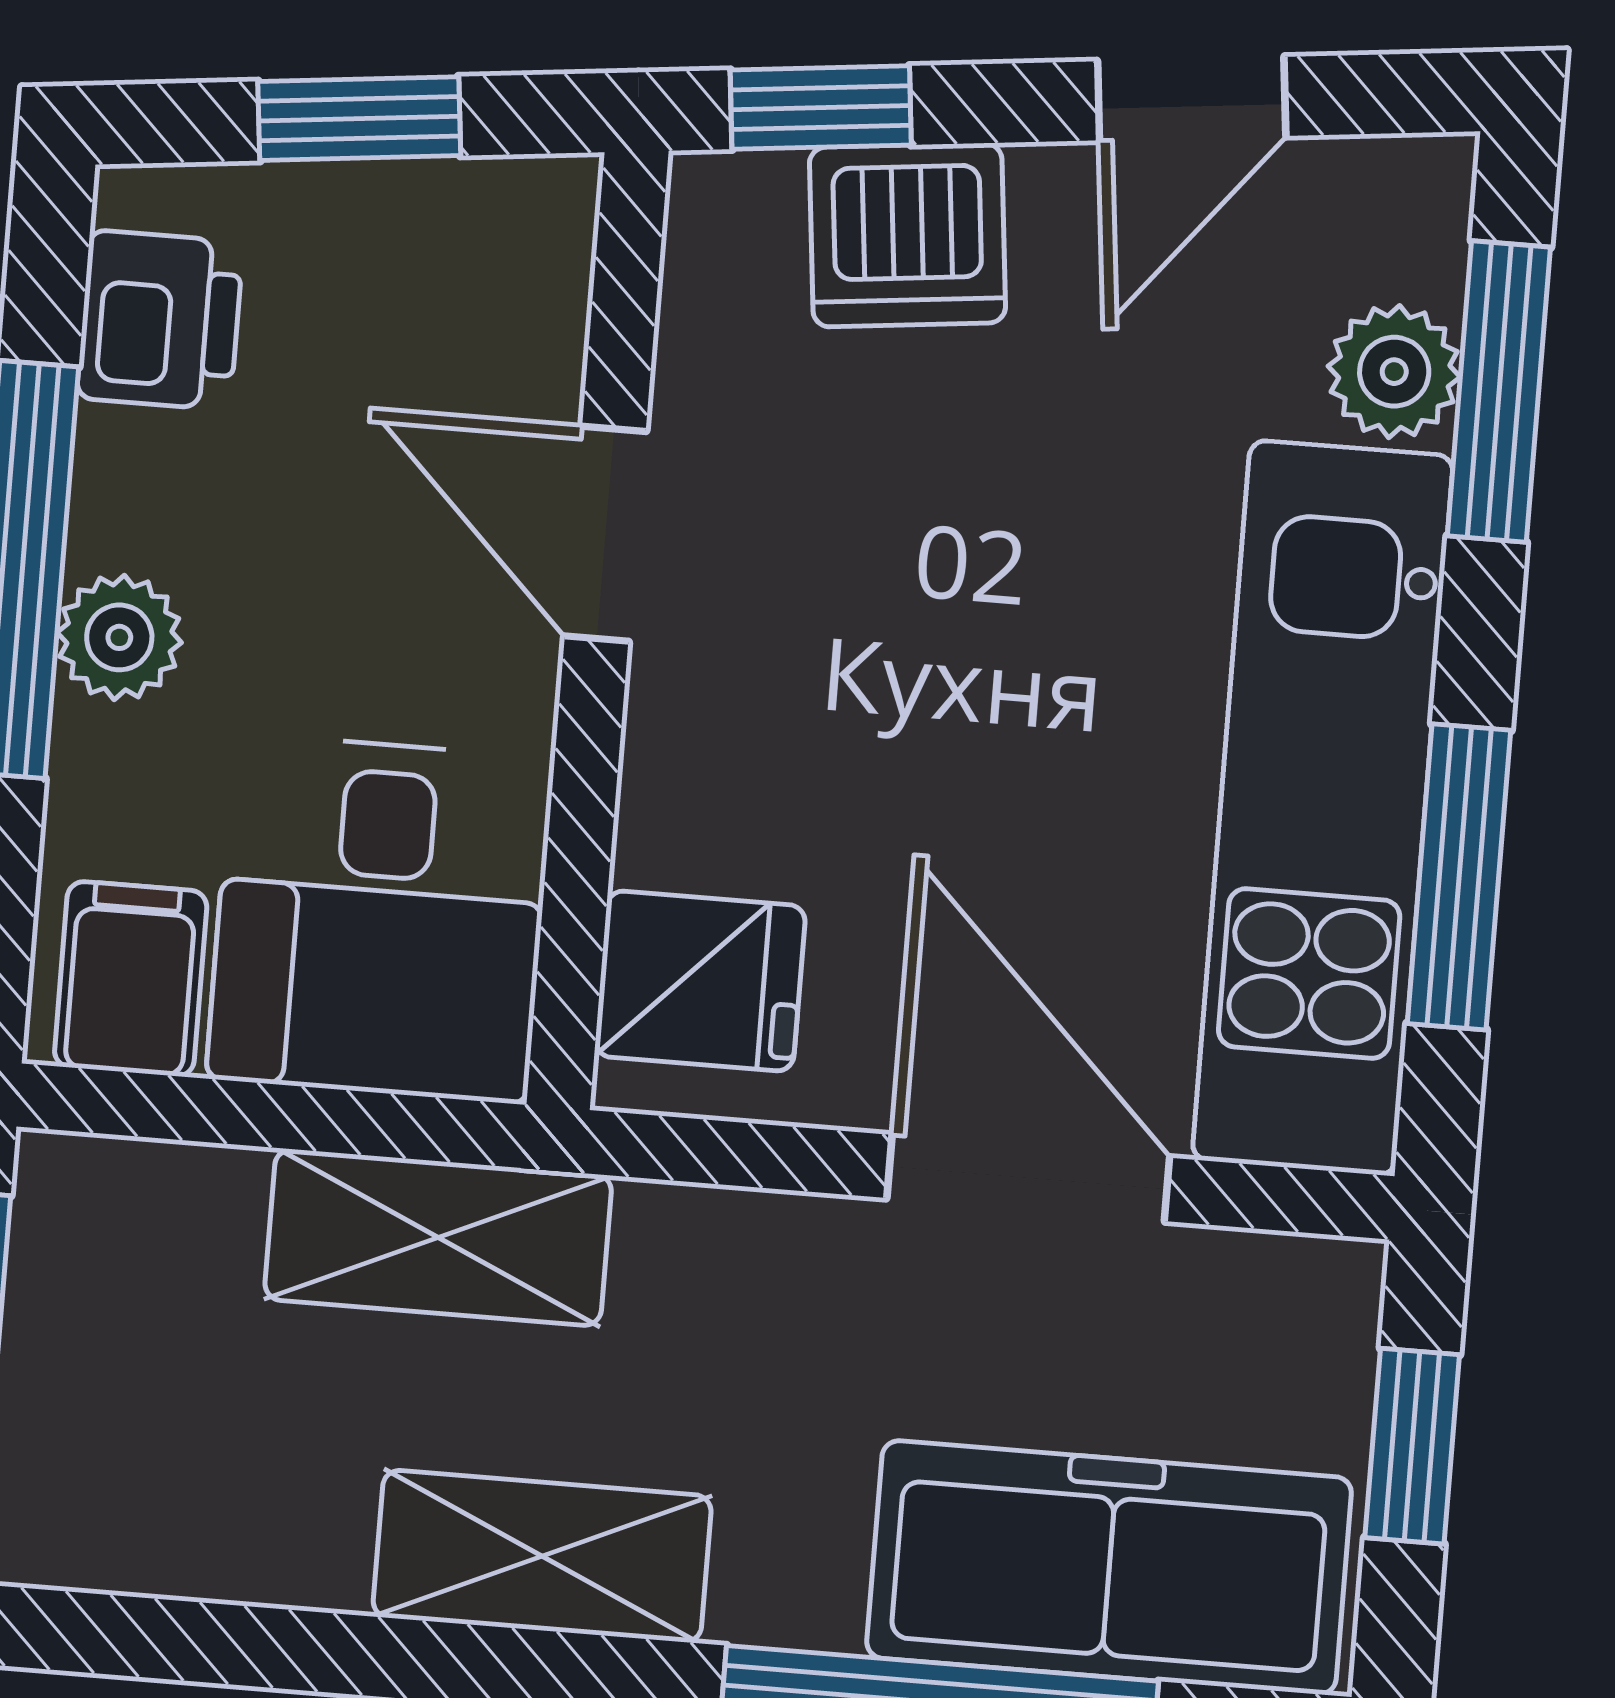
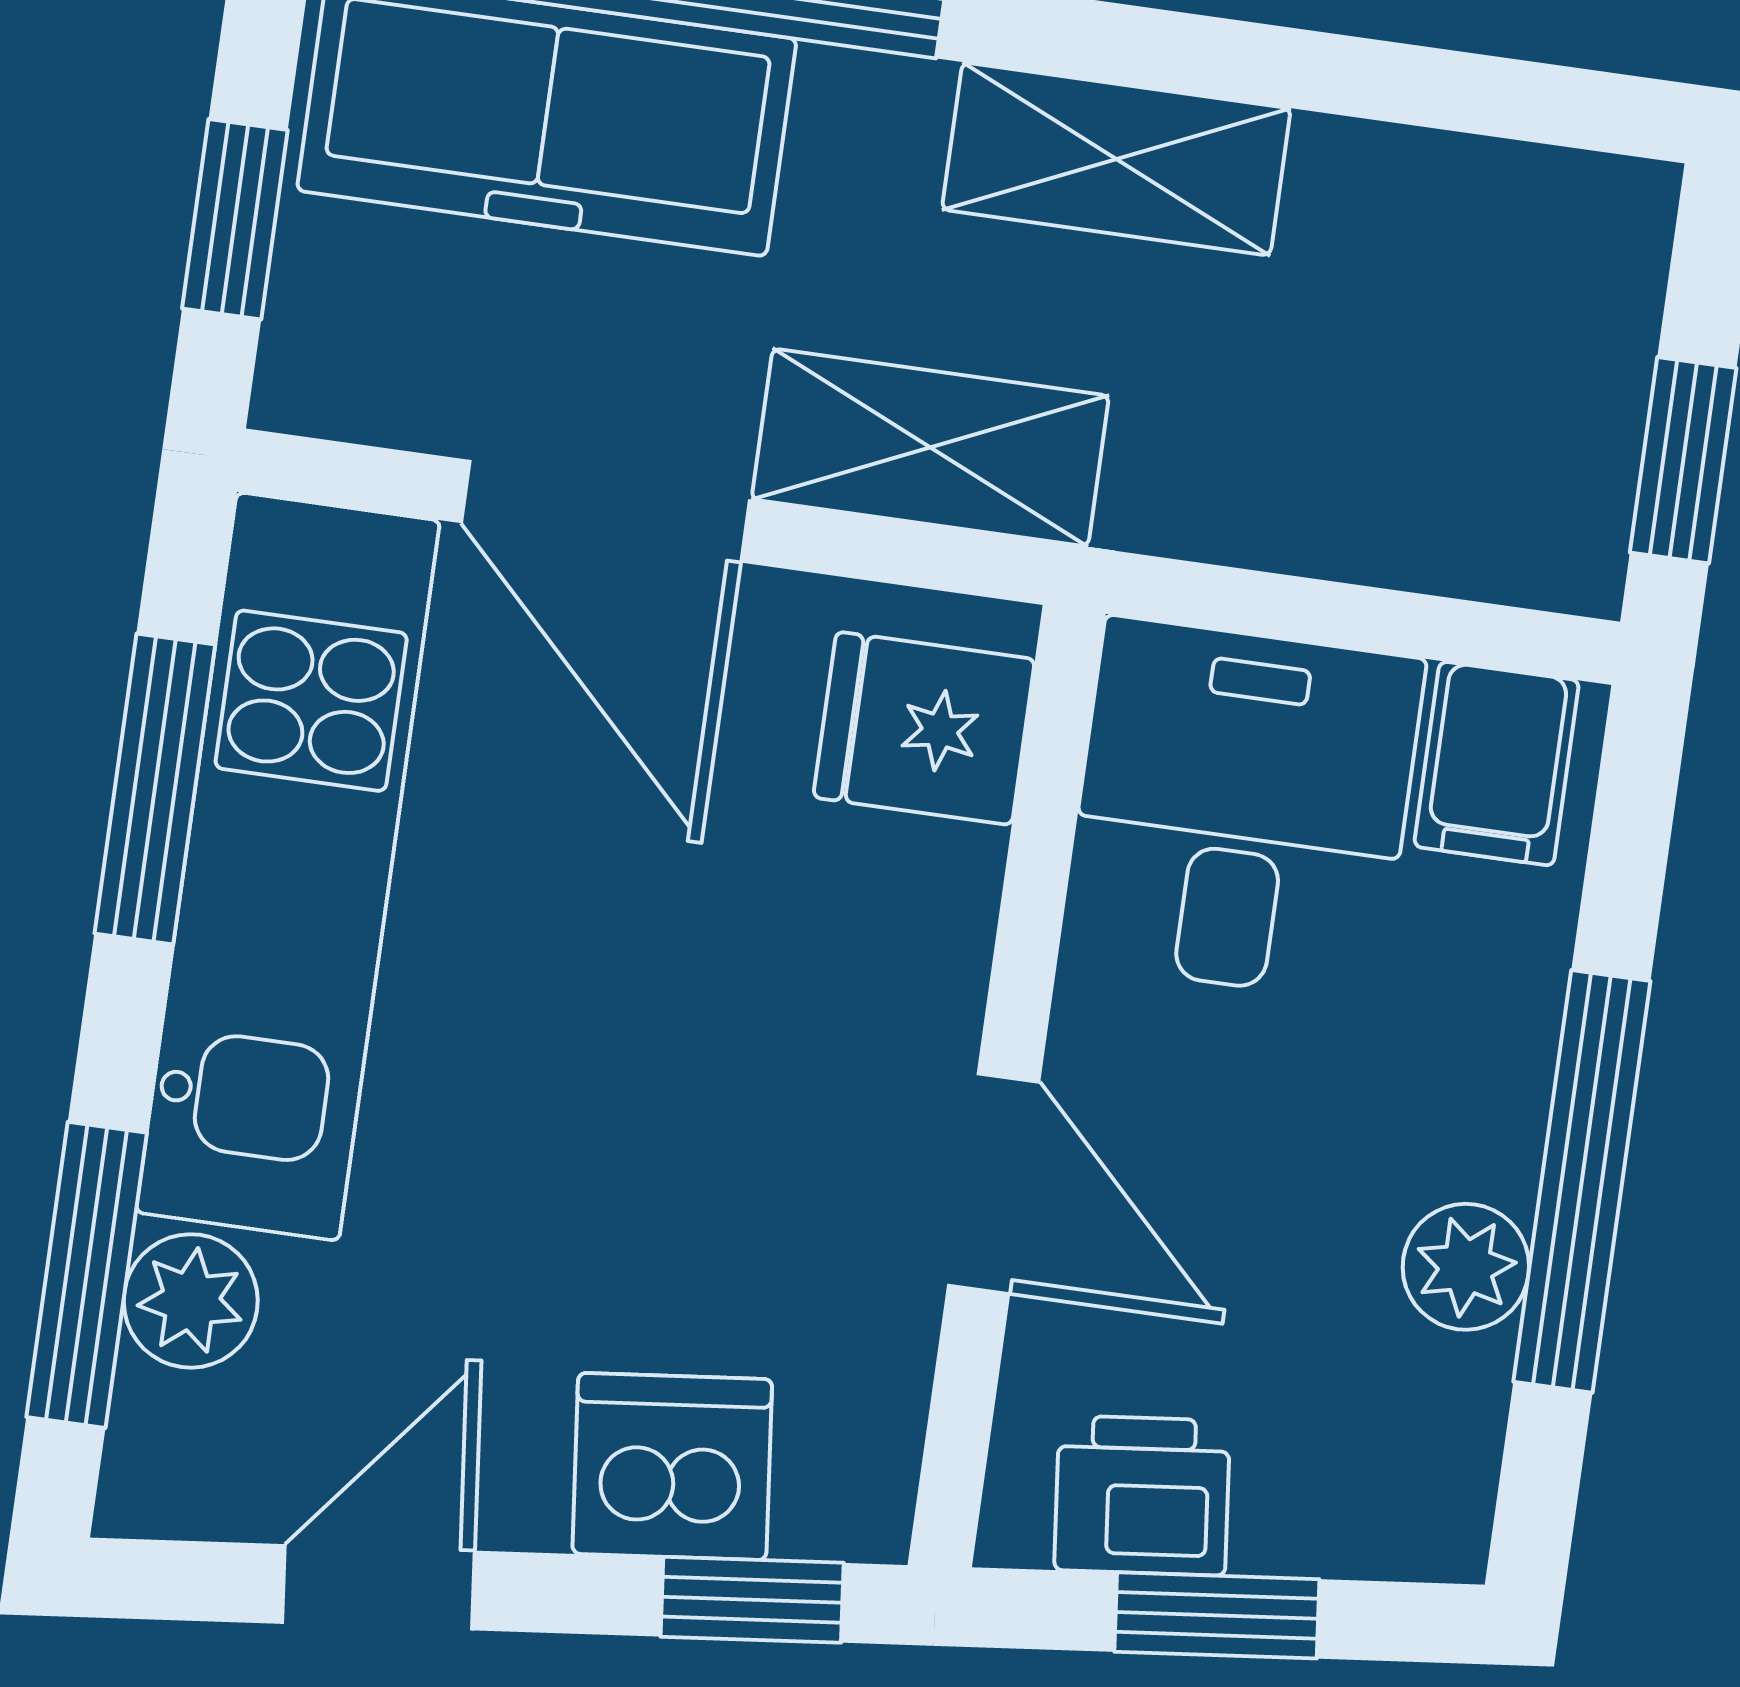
printer: (160, 320) -> (1142, 1495), moved, turned 84
plant: (119, 637) -> (1466, 1267), moved
shelving: (438, 1237) -> (930, 448), moved

